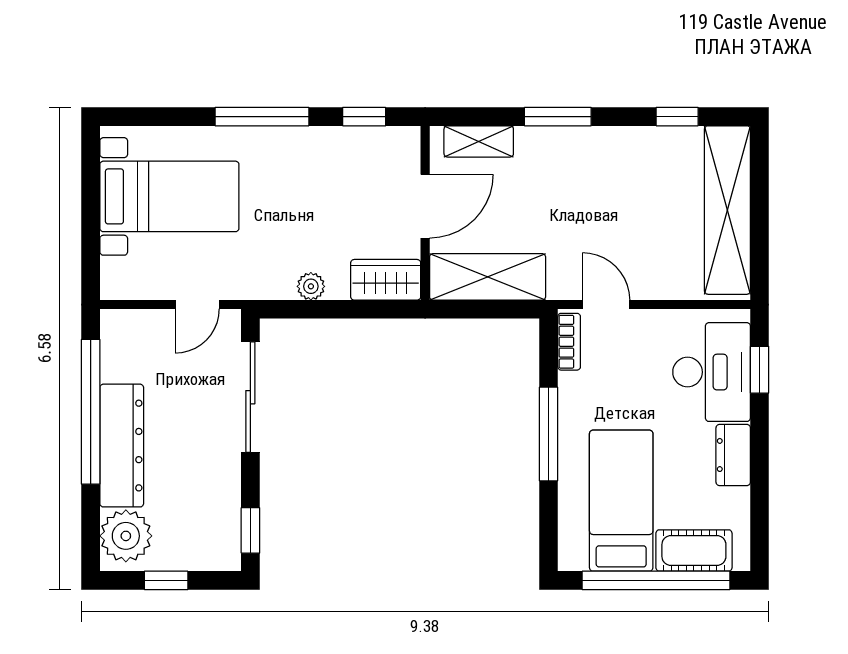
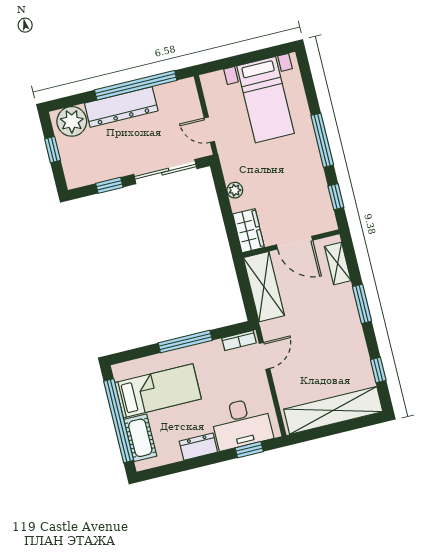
window: (250, 530) -> (109, 185), moved

